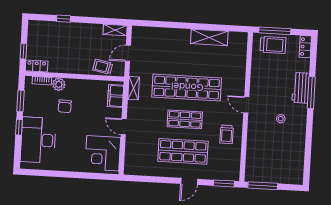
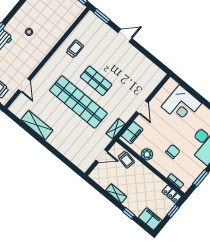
filing cabinet: (39, 28) -> (150, 219), added
shelving: (115, 30) -> (116, 194), moved
plant: (59, 84) -> (147, 154), moved
door: (246, 105) -> (24, 85), moved
shop shelf: (183, 151) -> (114, 60), removed
corner desk: (103, 153) -> (181, 105), moved, turned 90

